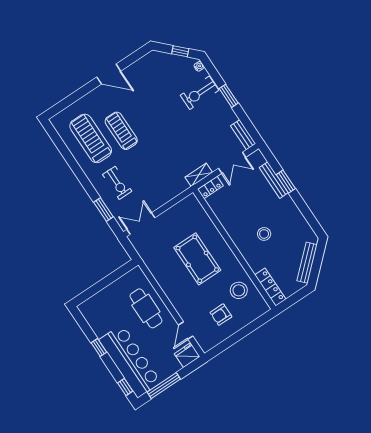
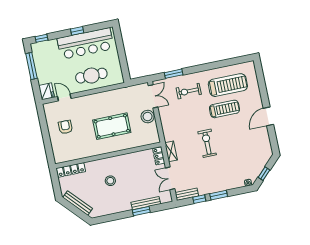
exercise bike: (200, 93) -> (207, 143), moved
window: (243, 117) -> (199, 199), added
stool: (239, 290) -> (148, 117), moved
bar counter: (130, 361) -> (86, 43), moved

